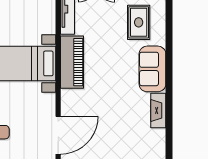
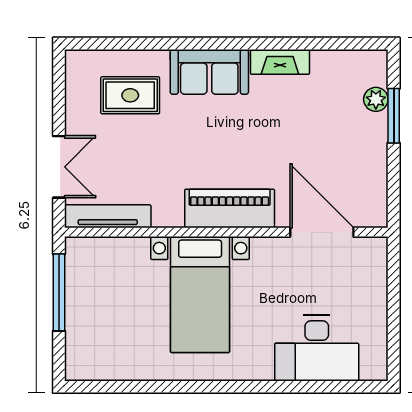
piano: (72, 62) -> (230, 209), moved

